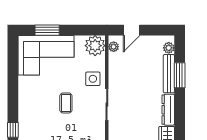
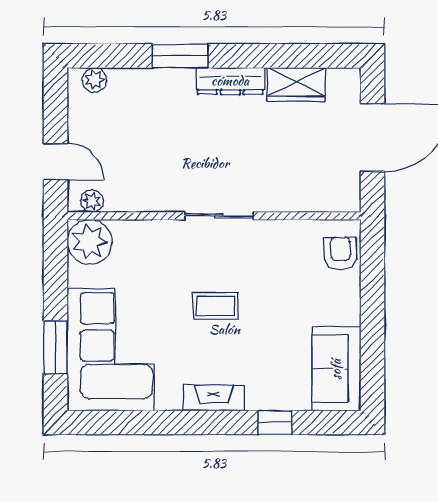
bench: (169, 74) -> (151, 79), removed
window: (180, 75) -> (180, 56), moved
side table: (93, 79) -> (163, 247), removed
fireplace: (24, 102) -> (214, 398), added

